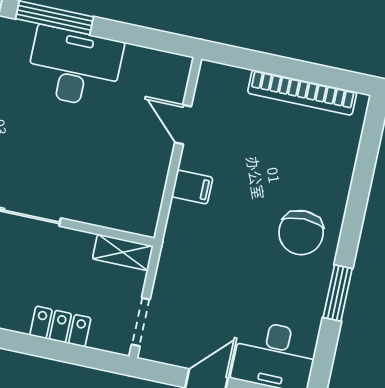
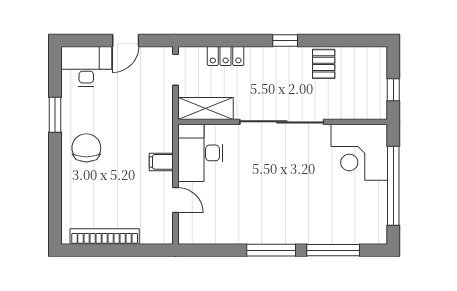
desk: (74, 67) -> (200, 153), moved, turned 90
shelving: (123, 252) -> (205, 109), width x1.50, depth x1.33

